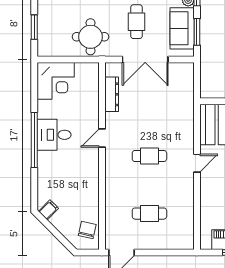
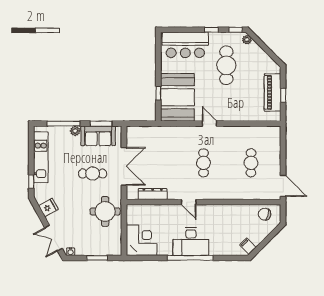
desk: (54, 135) -> (191, 242), width x1.37

